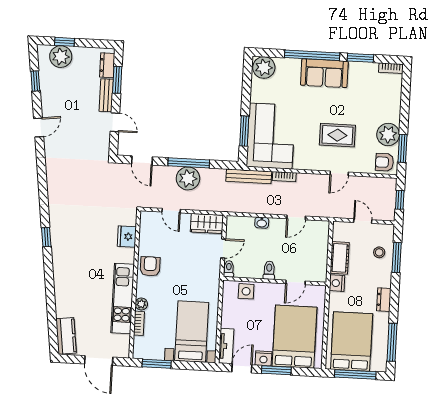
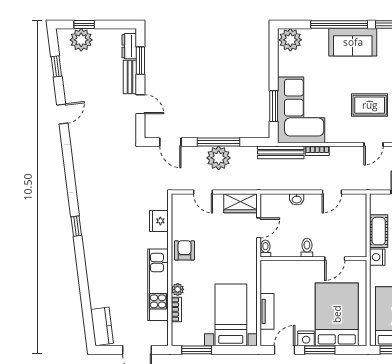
side table: (246, 291) -> (284, 271), removed
tv unit: (226, 346) -> (267, 311), moved

